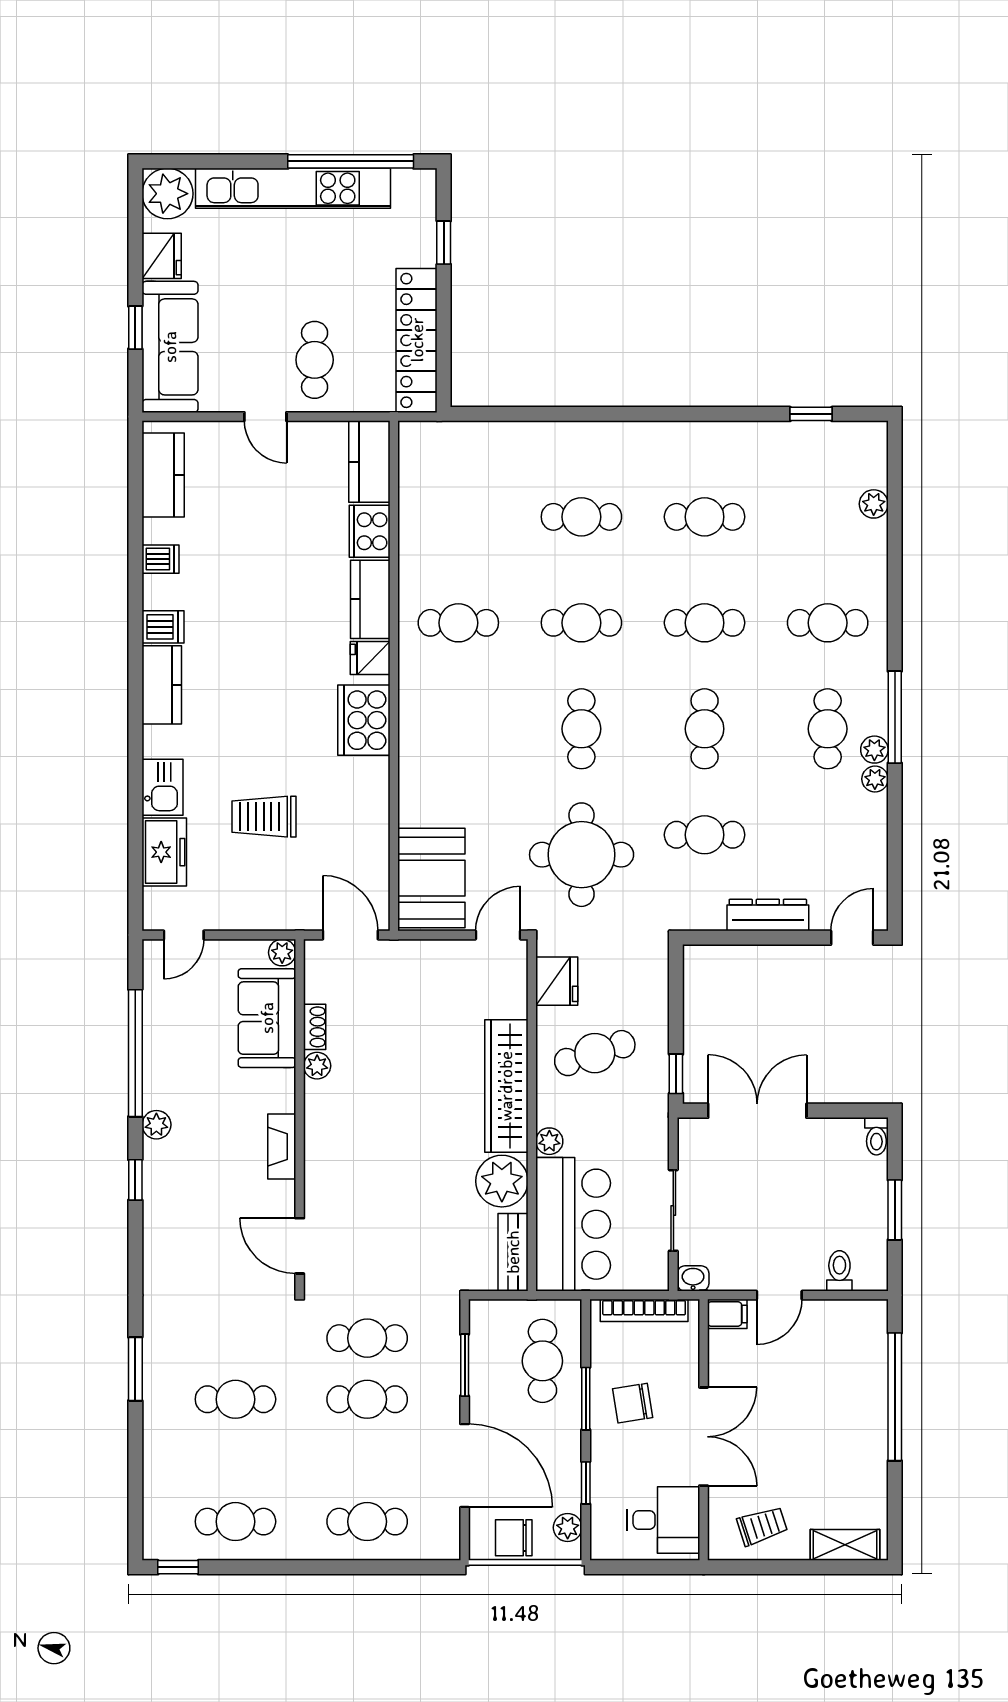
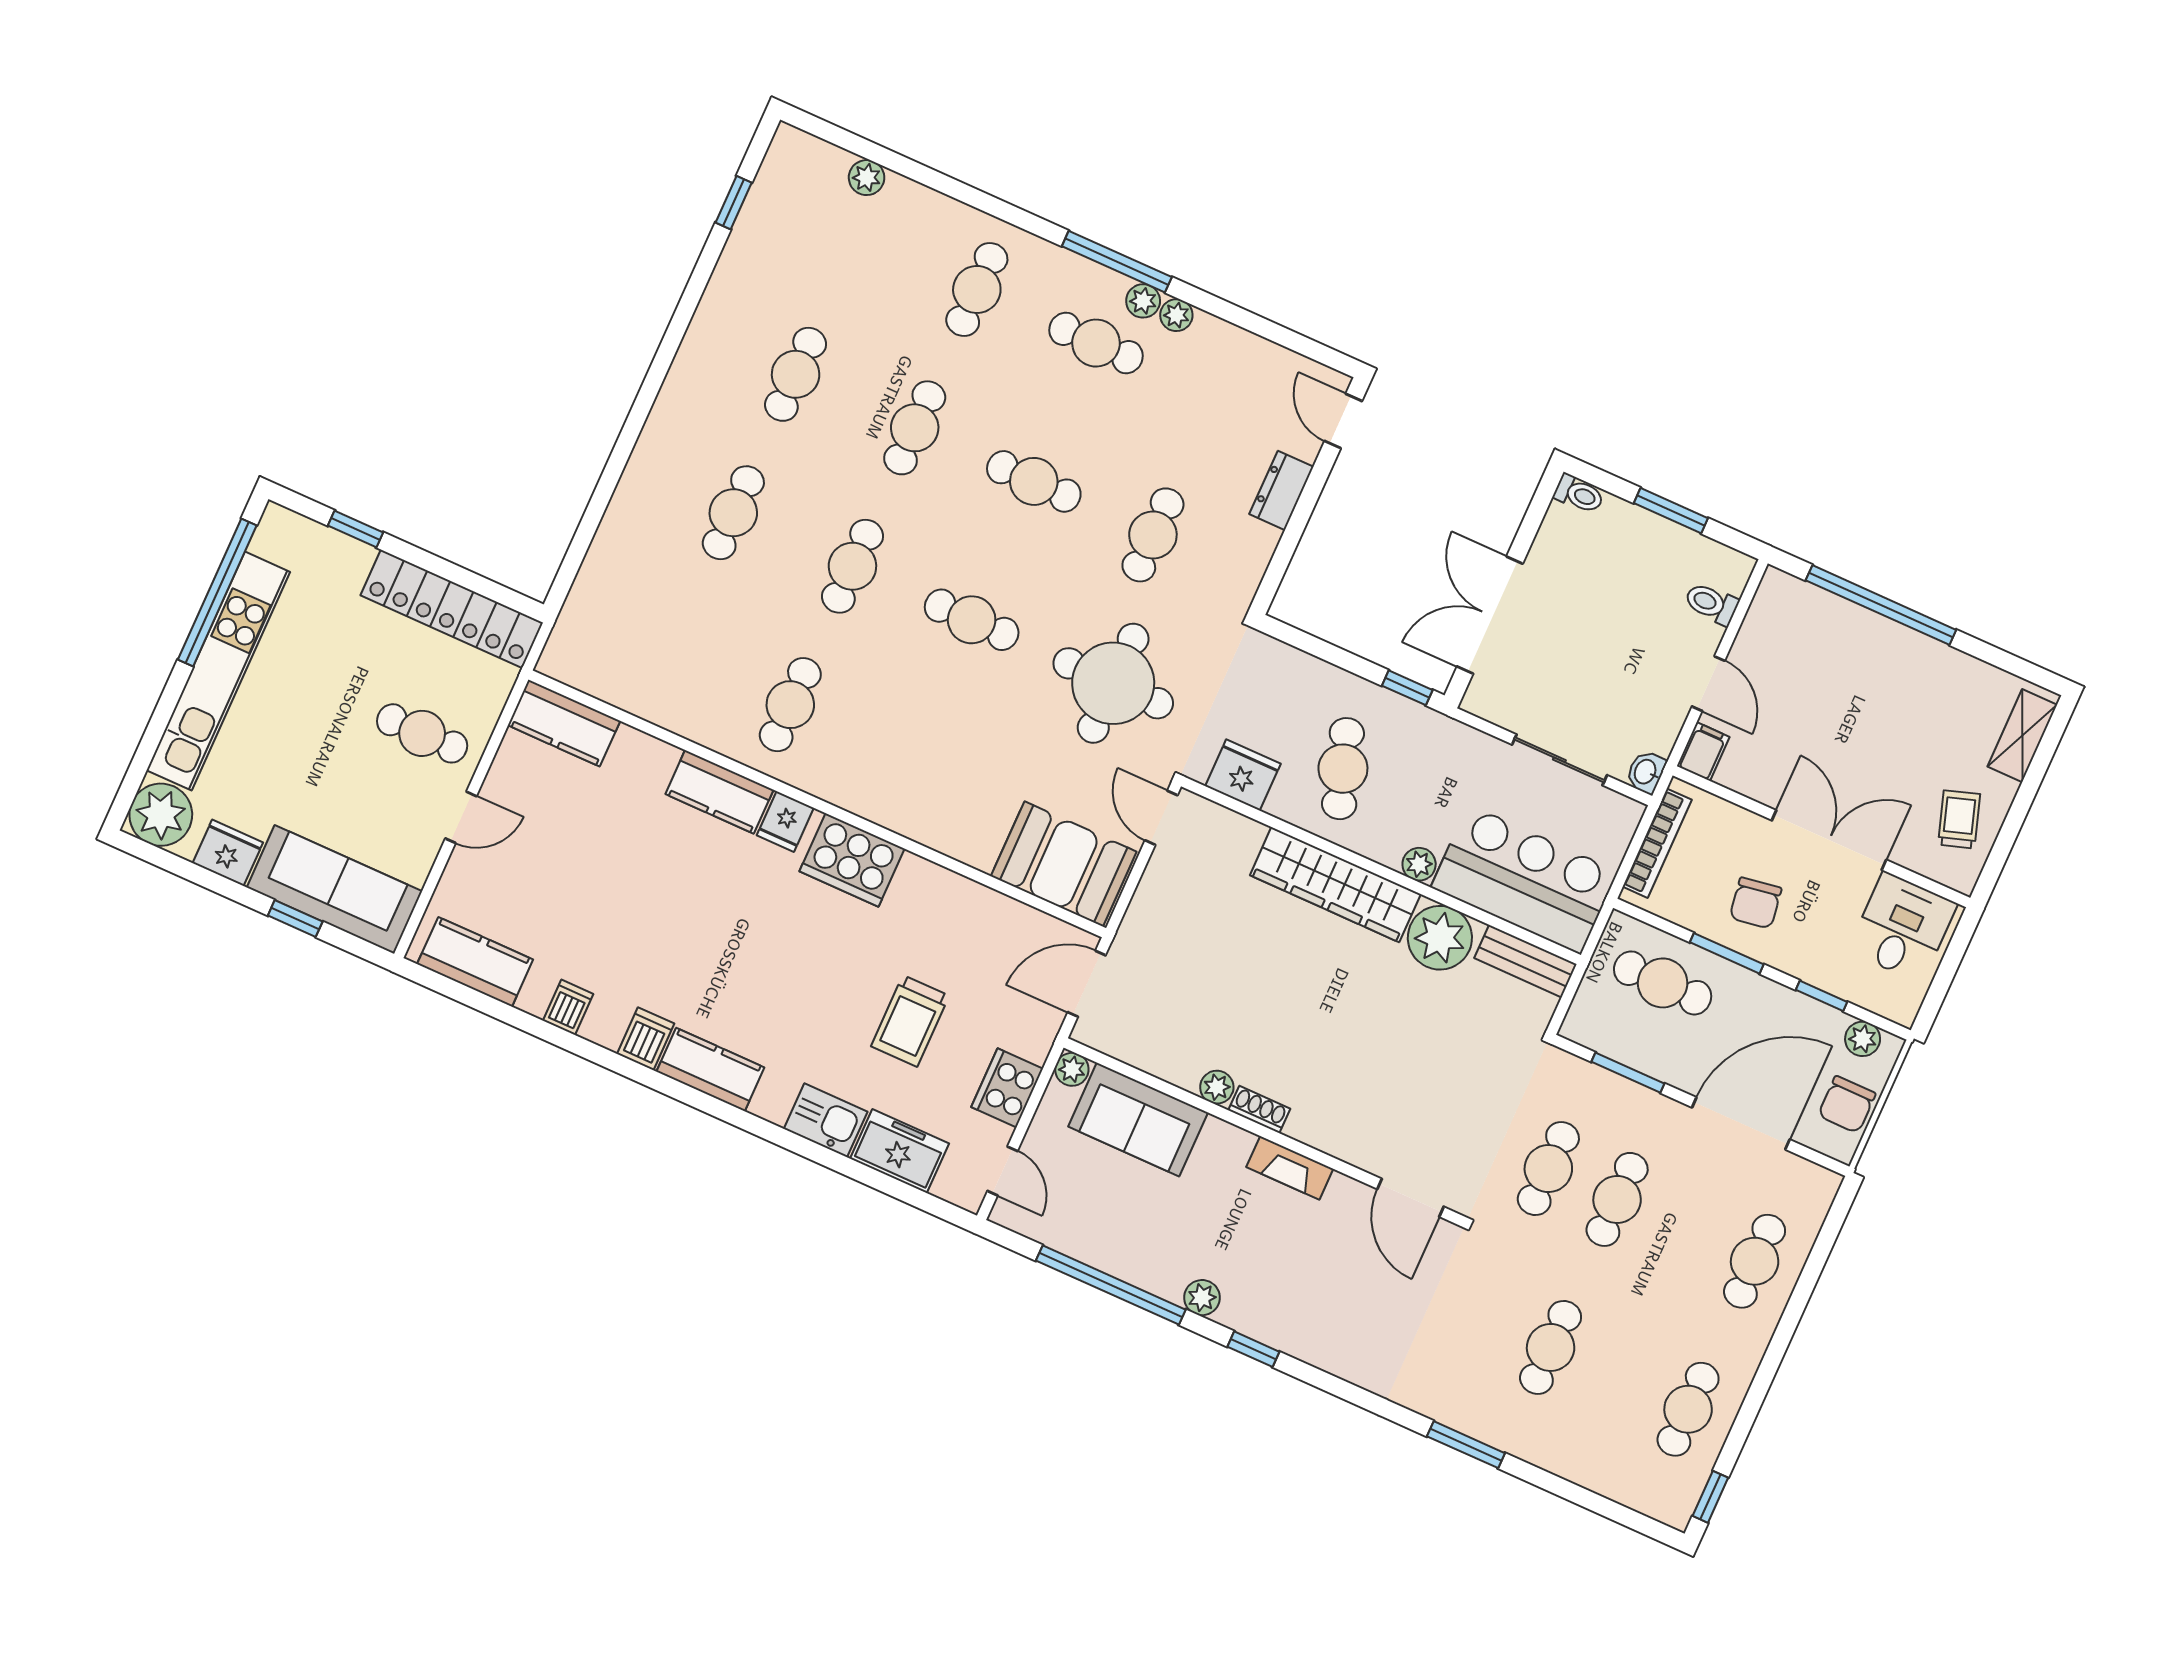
cooker: (370, 531) -> (1007, 1088), moved, turned 90
dresser: (768, 915) -> (1281, 490), width x0.70
shoe rack: (315, 1027) -> (1259, 1109), moved
door: (300, 1246) -> (1410, 1198), hinge flipped

